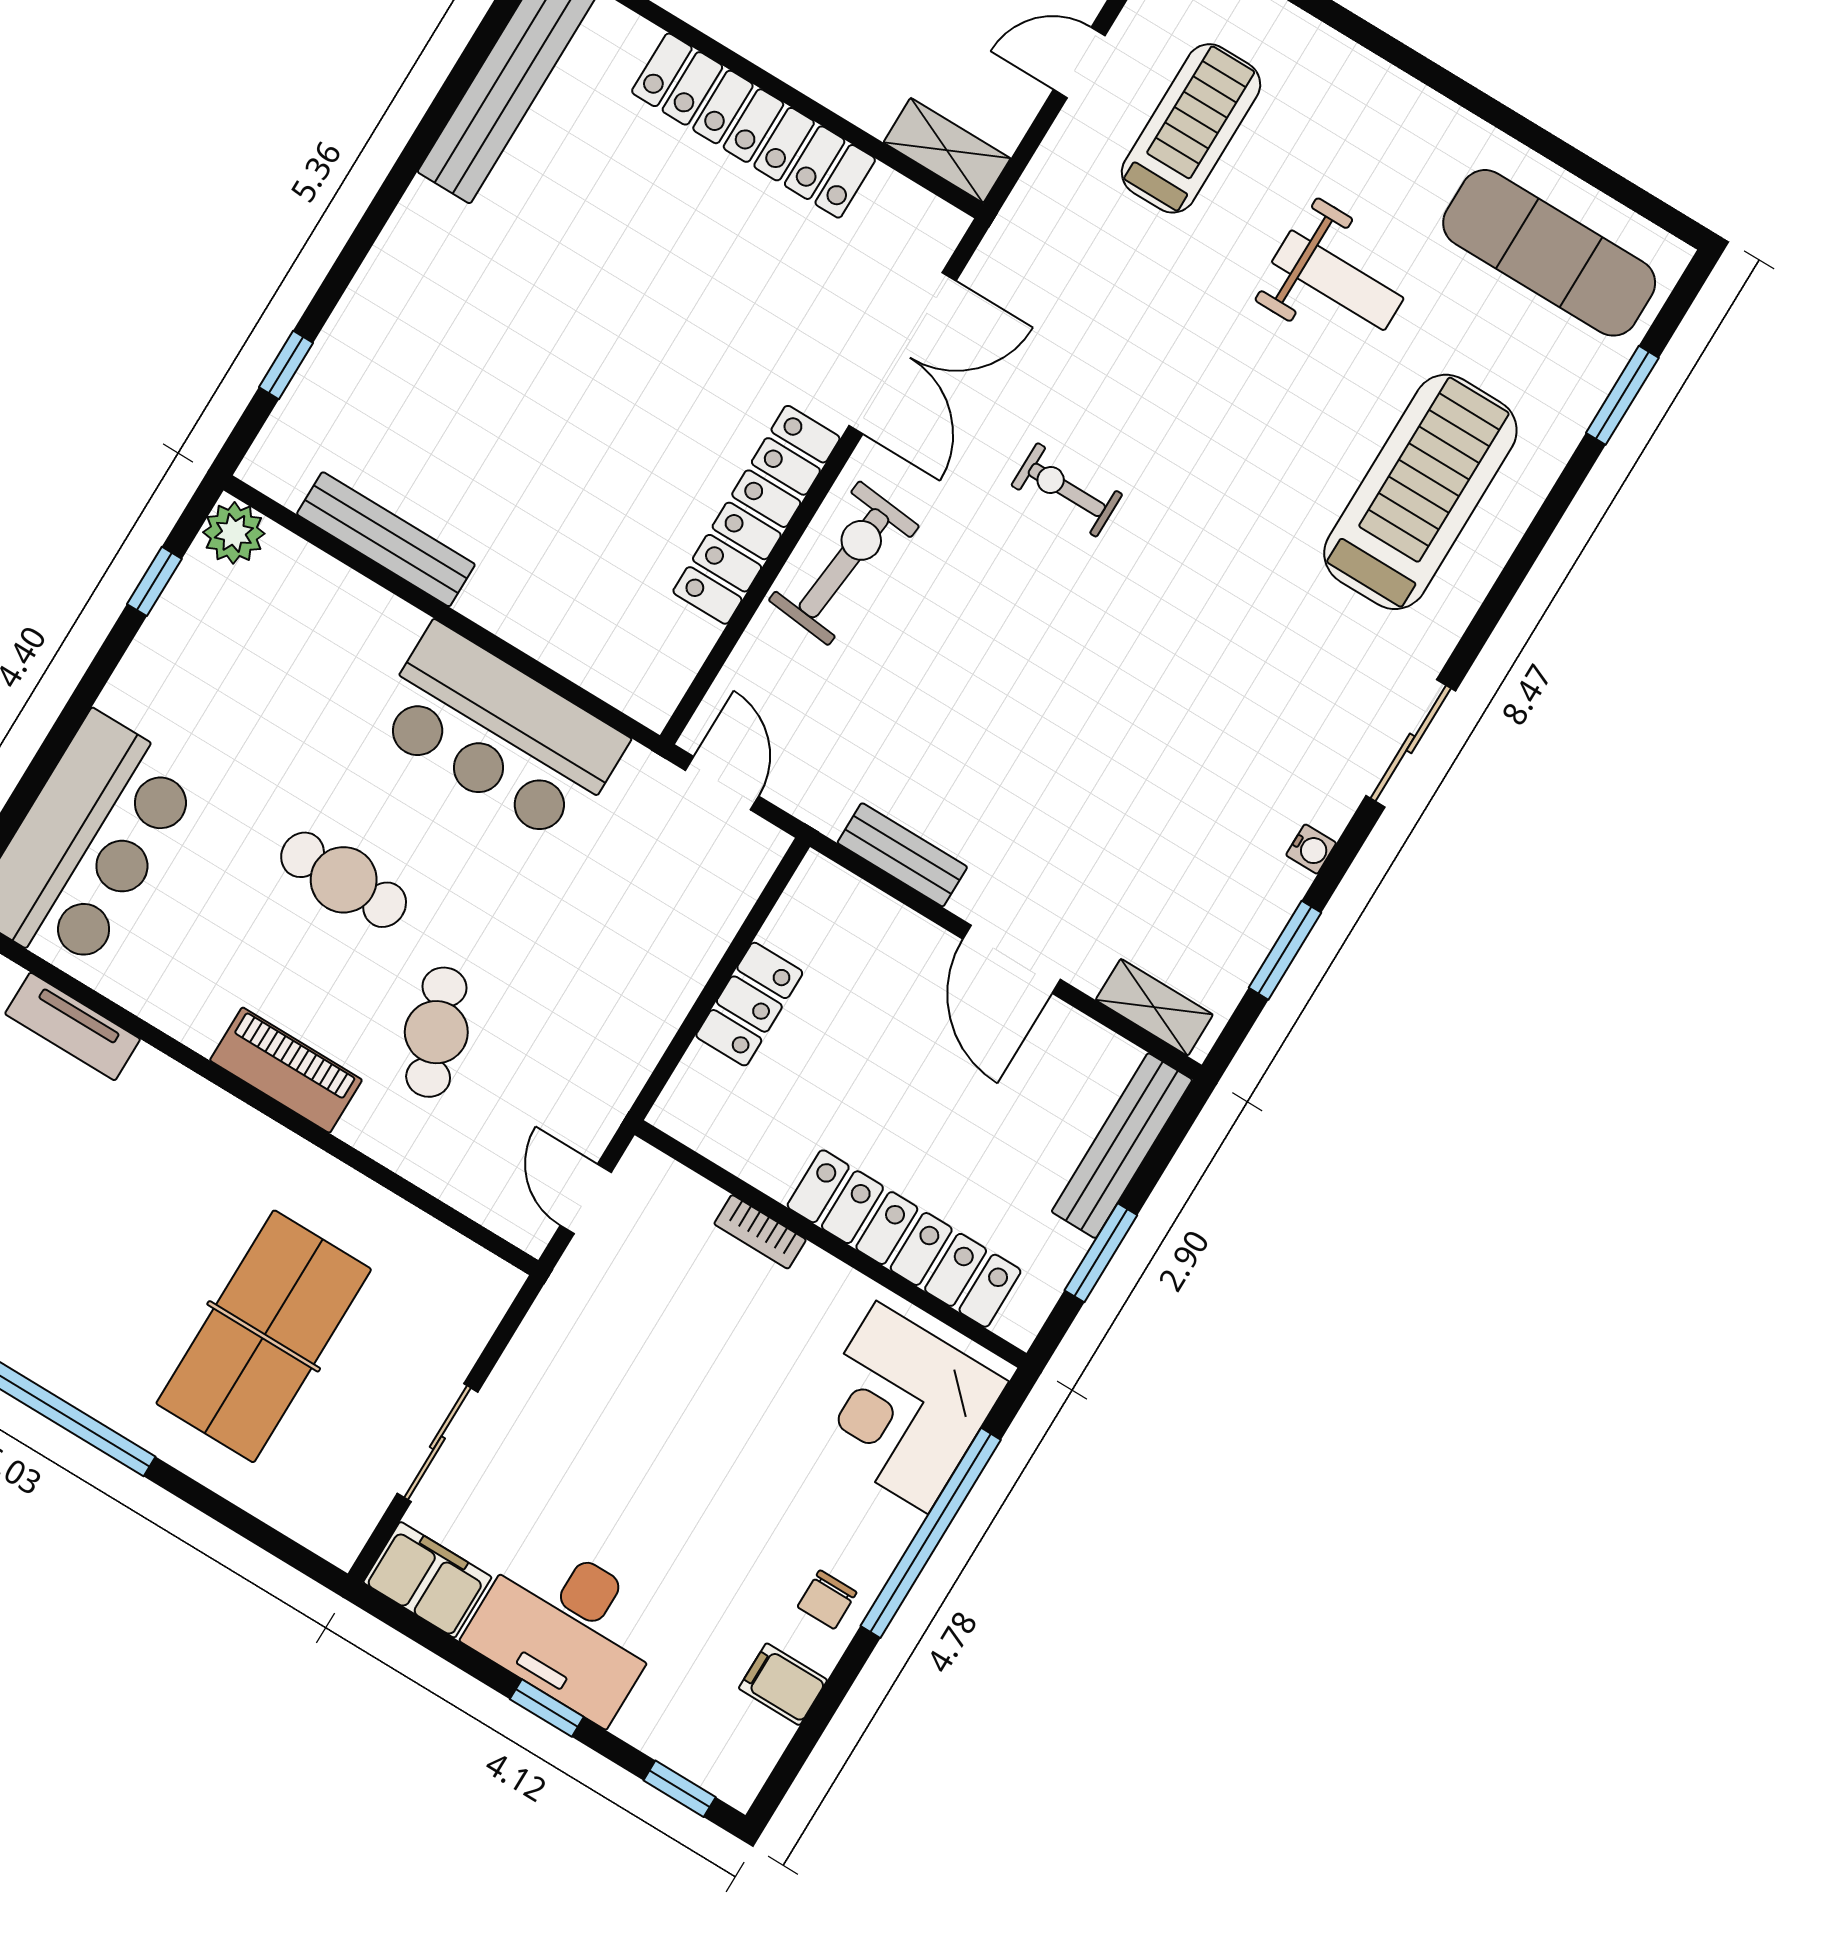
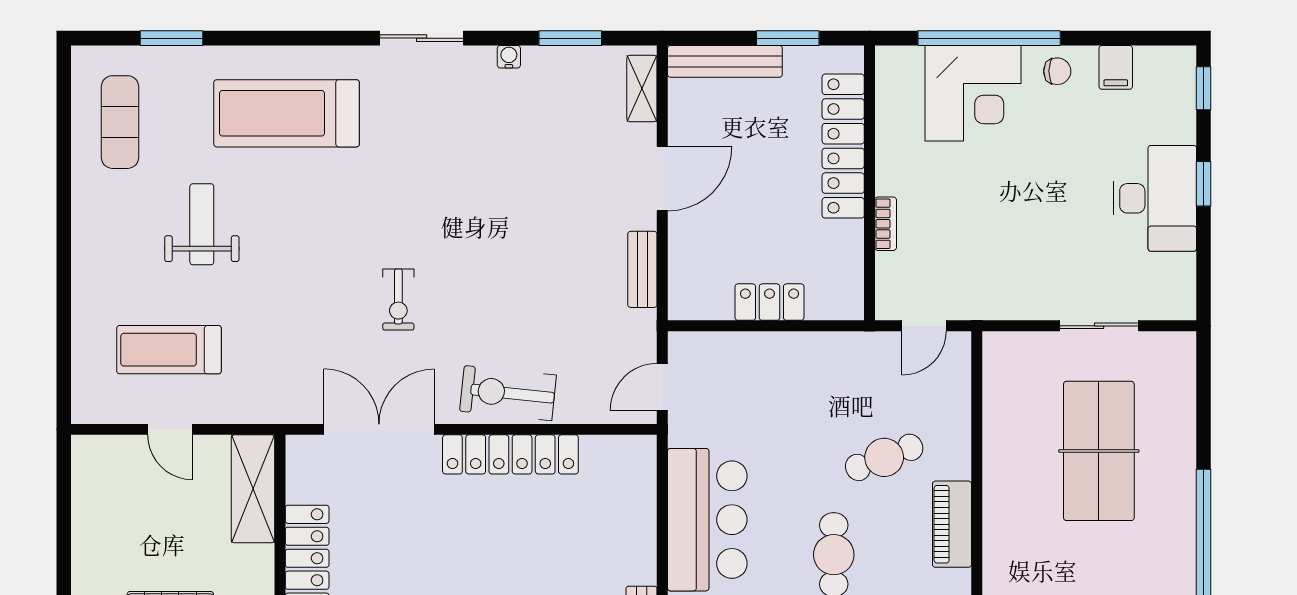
shelving: (947, 150) -> (253, 489), width x1.50, depth x1.33
exercise mat: (1549, 253) -> (120, 122), width x0.73, depth x0.69
table tennis table: (264, 1336) -> (1099, 451), turned 90
corner desk: (902, 1407) -> (973, 93), moved
filing cabinet: (427, 1580) -> (1174, 287), removed

